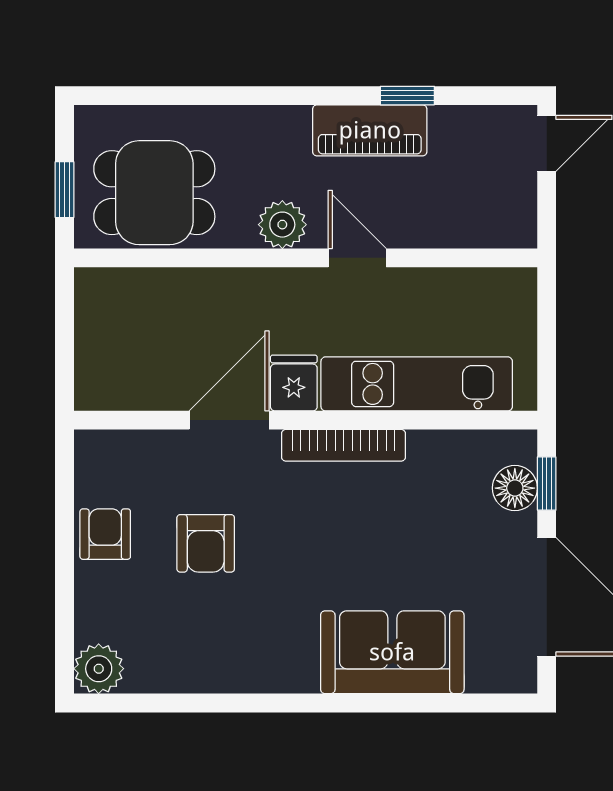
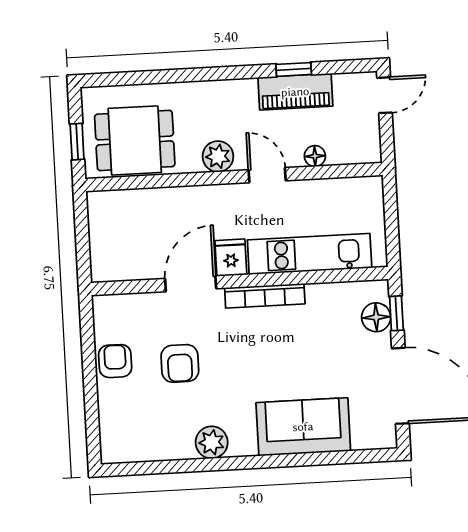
piano: (370, 130) -> (295, 92), moved
floor lamp: (433, 232) -> (315, 156), added
plant: (99, 669) -> (212, 442), moved

